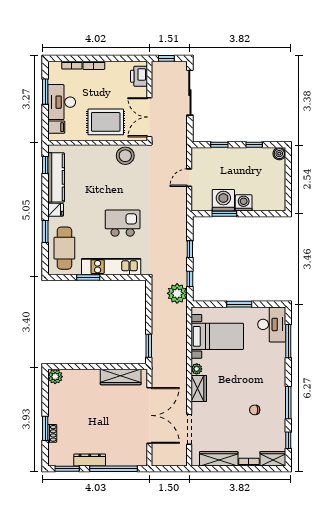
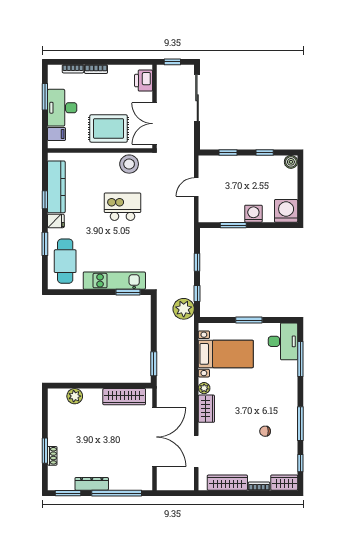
window: (45, 165) -> (45, 200), moved
washing machine: (223, 200) -> (286, 211), moved
kitchen island: (123, 223) -> (122, 207), moved
window: (88, 278) -> (128, 292), moved
plant: (55, 377) -> (75, 396), moved

